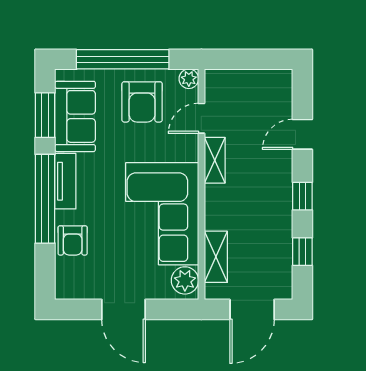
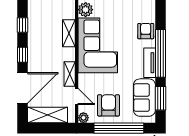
shelving: (256, 84) -> (48, 115), added
door: (201, 118) -> (77, 97), hinge flipped
door: (302, 134) -> (23, 88), width x1.87
shelving: (216, 257) -> (69, 33), moved

